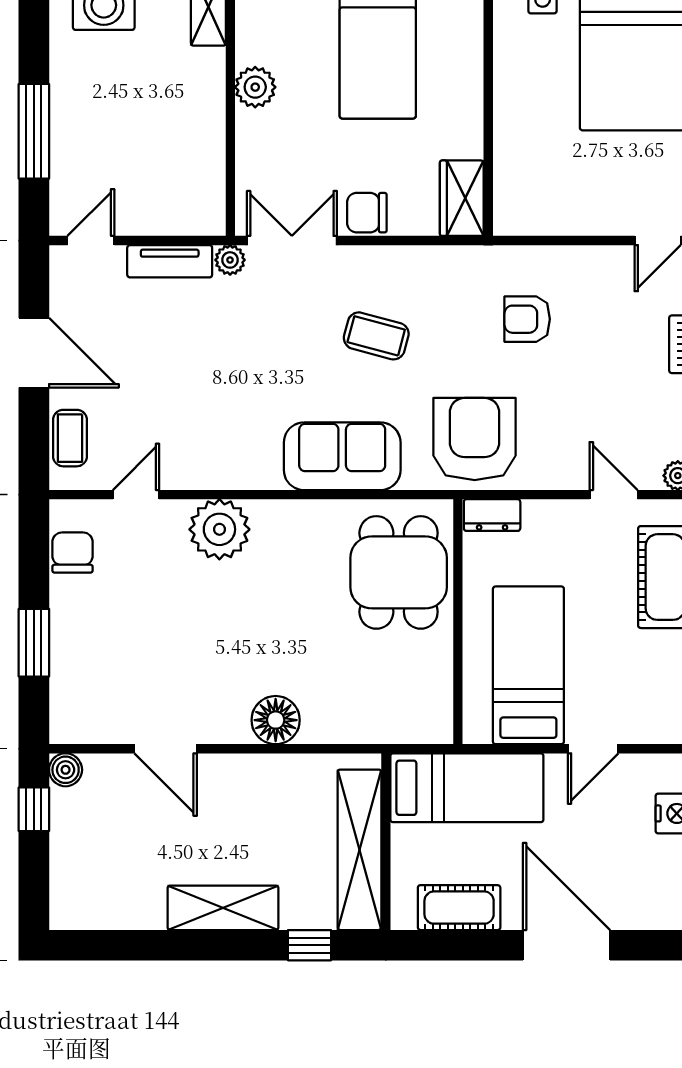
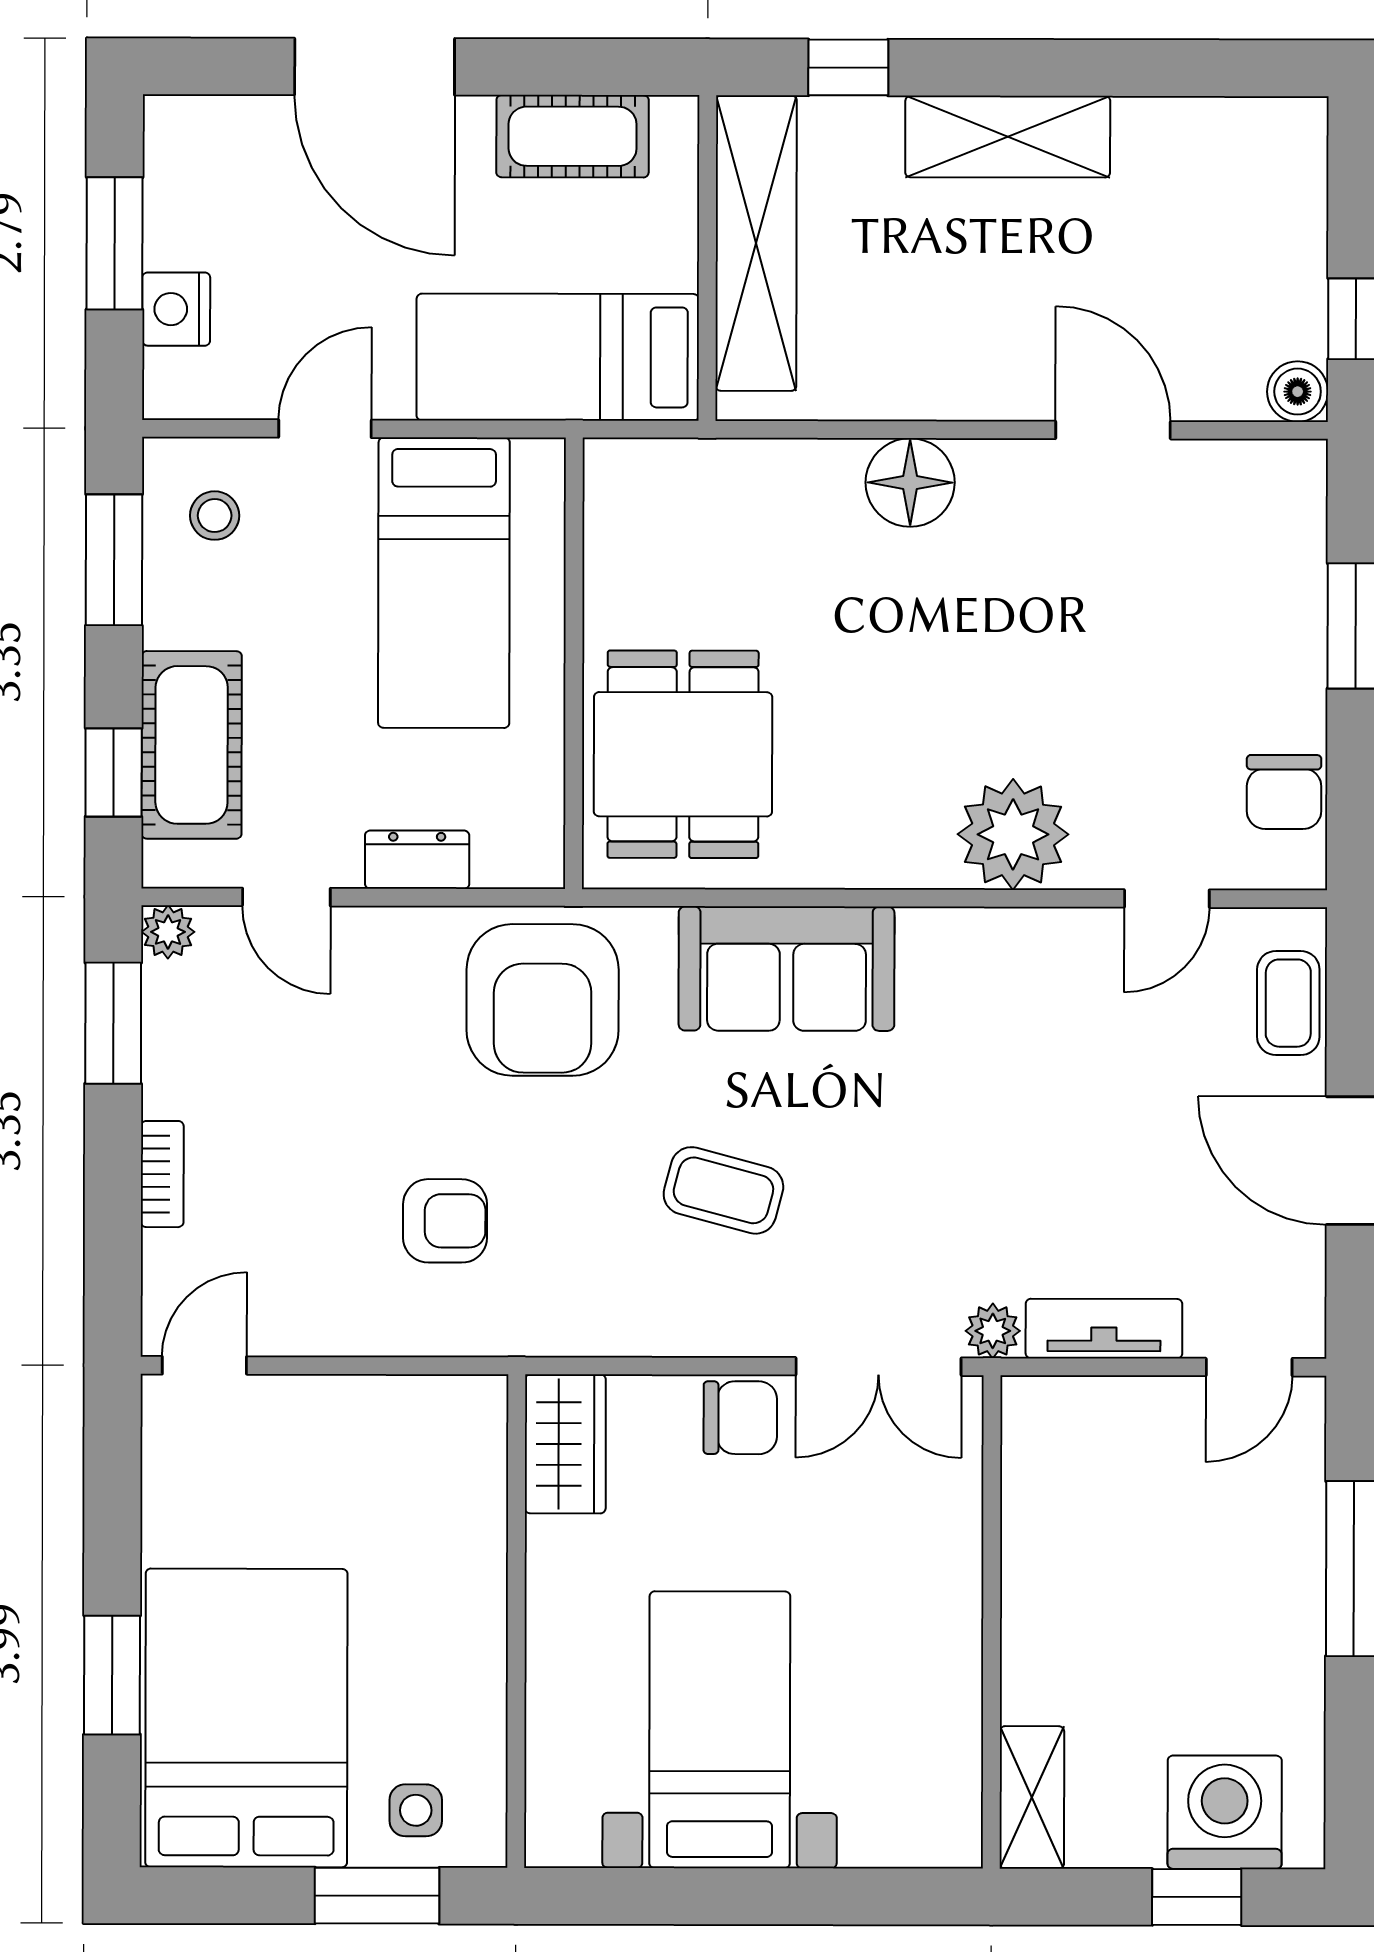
plant: (255, 87) -> (946, 1649), removed
dresser: (492, 515) -> (417, 860), moved
stool: (653, 701) -> (215, 516), added

